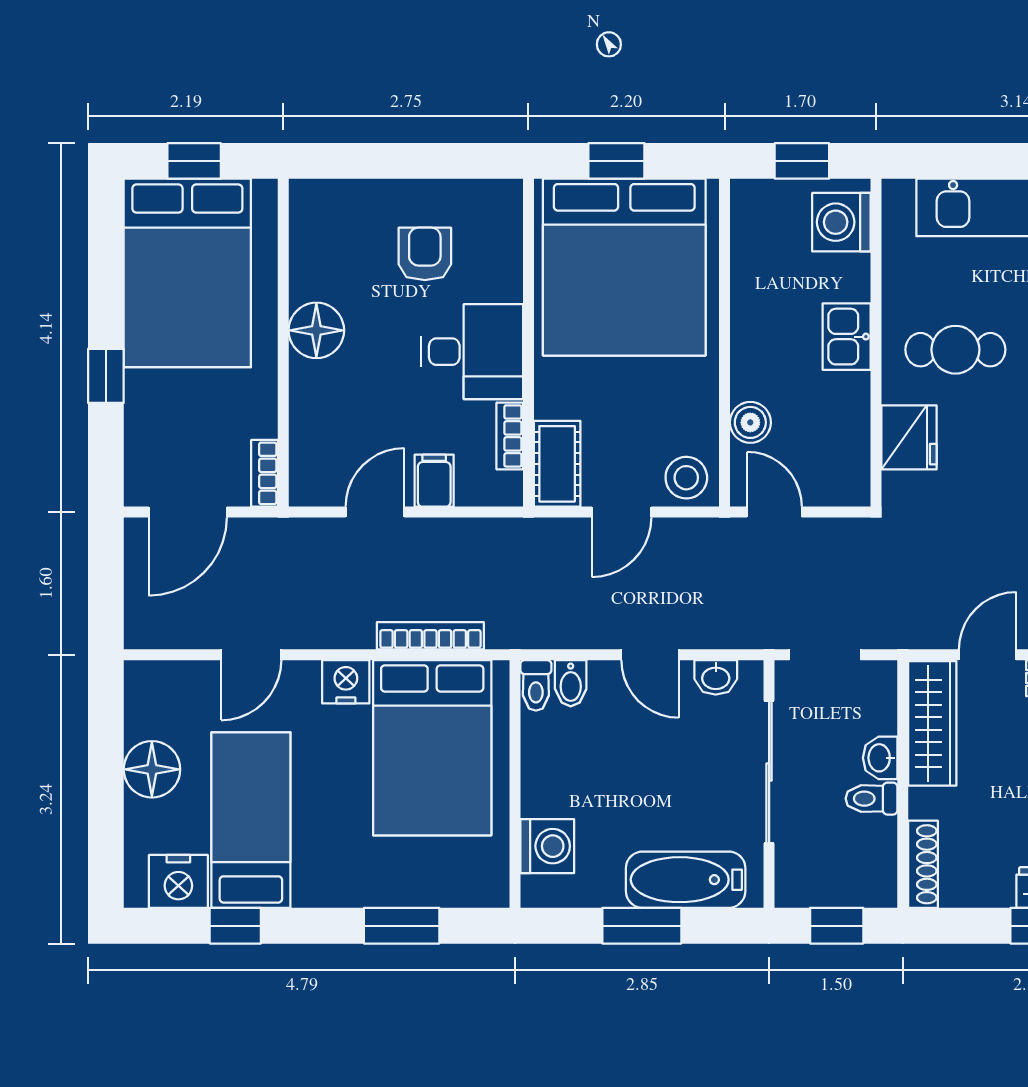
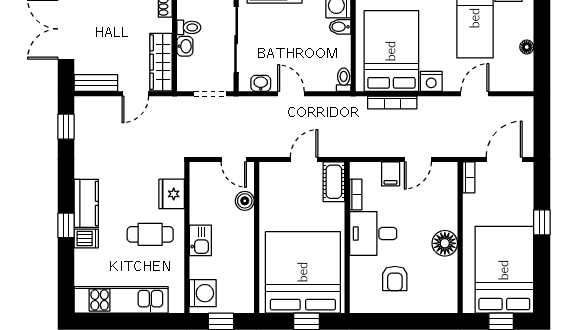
stool: (686, 478) -> (274, 175), removed
bidet: (571, 683) -> (340, 27), moved, turned -90
floor lamp: (152, 769) -> (527, 47), width x0.53, depth x0.53

